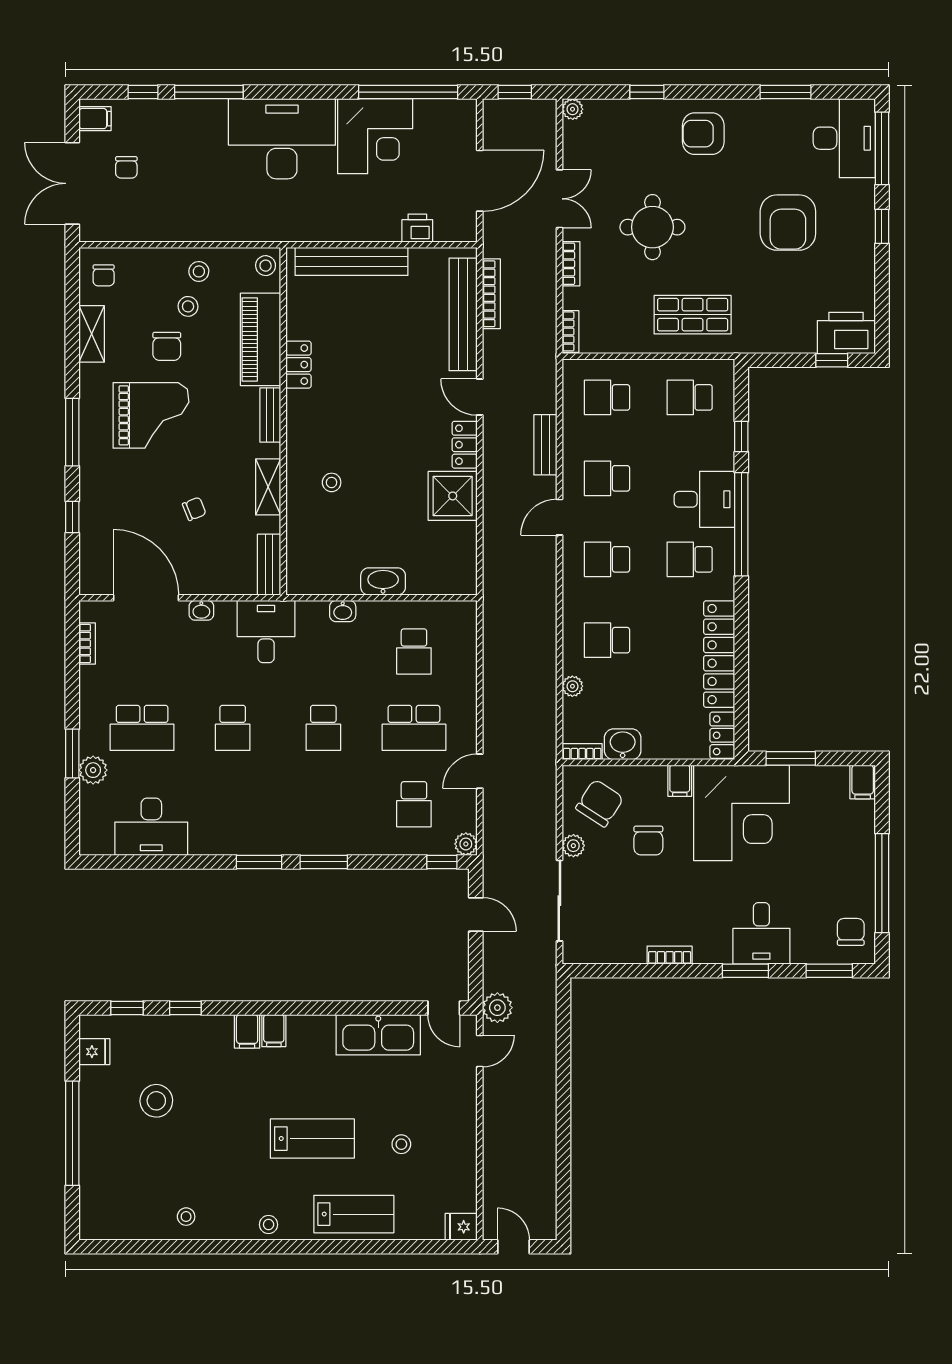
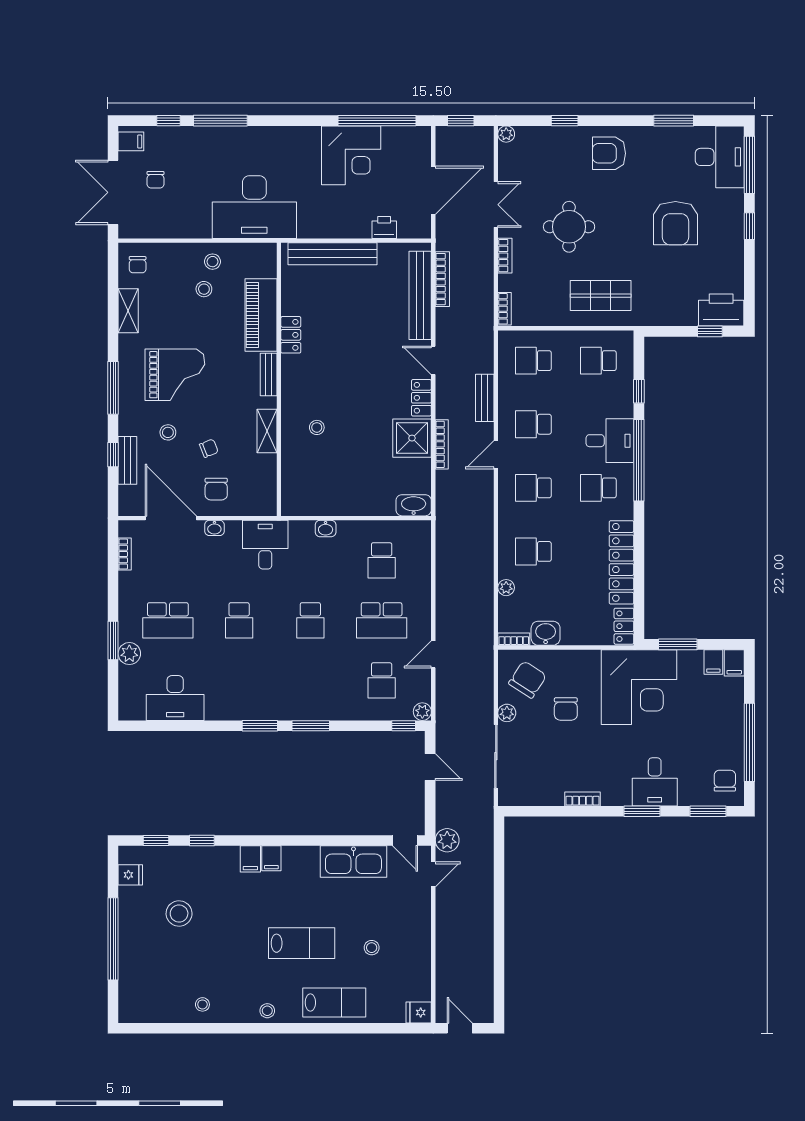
desk: (282, 139) -> (254, 207), moved, turned 180
stool: (266, 266) -> (168, 432), moved
chair: (167, 346) -> (216, 489), moved
bookcase: (490, 504) -> (442, 444), added
bench: (269, 565) -> (127, 460), moved
washbasin: (383, 581) -> (414, 505), moved
filing cabinet: (680, 781) -> (713, 662), moved

